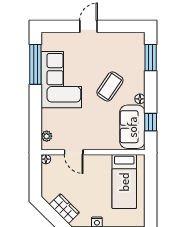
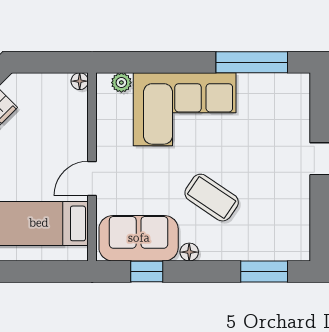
corner sofa: (61, 80) -> (185, 109), moved
door: (74, 152) -> (92, 178), moved

